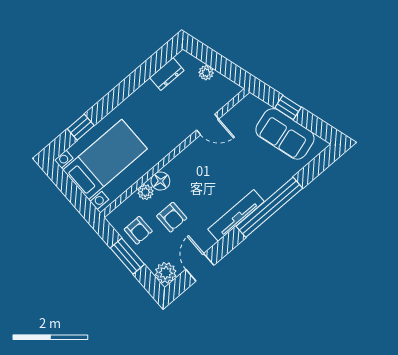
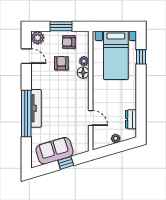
door: (208, 124) -> (91, 118), swing flipped
tv unit: (236, 215) -> (36, 108), moved
armchair: (172, 217) -> (61, 63), turned 90

